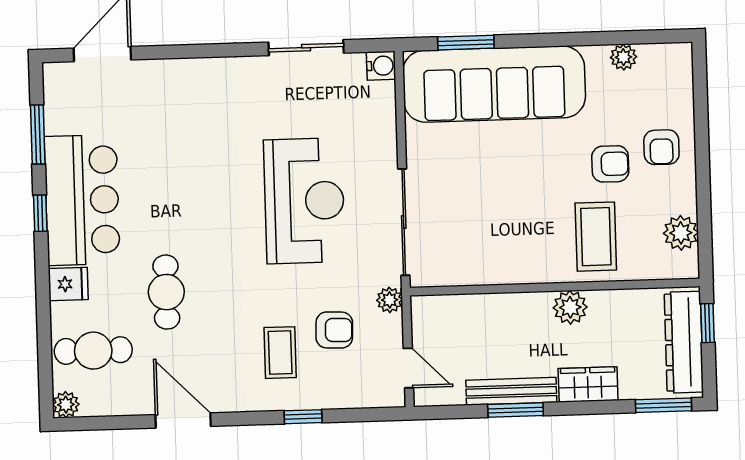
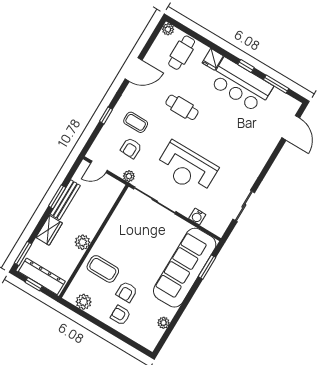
water cooler: (381, 66) -> (197, 217), moved
cafe table: (166, 292) -> (182, 107), moved
window: (708, 323) -> (34, 284), moved

